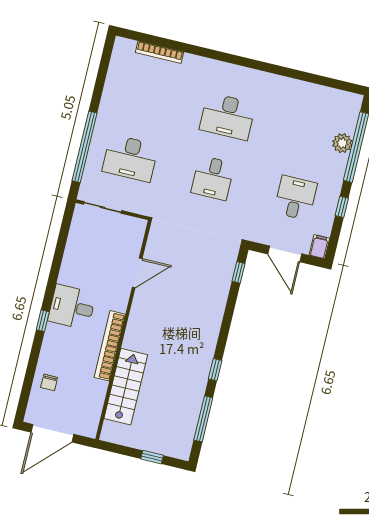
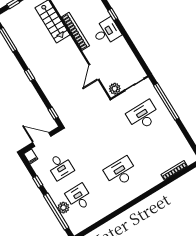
desk: (213, 178) -> (79, 197), moved
plant: (132, 227) -> (115, 89), added
window: (215, 370) -> (30, 75), moved

